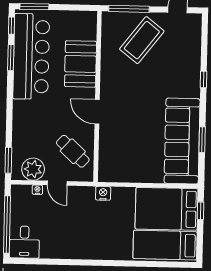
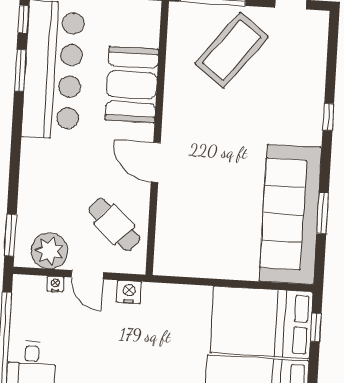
nightstand: (103, 193) -> (129, 292), moved

